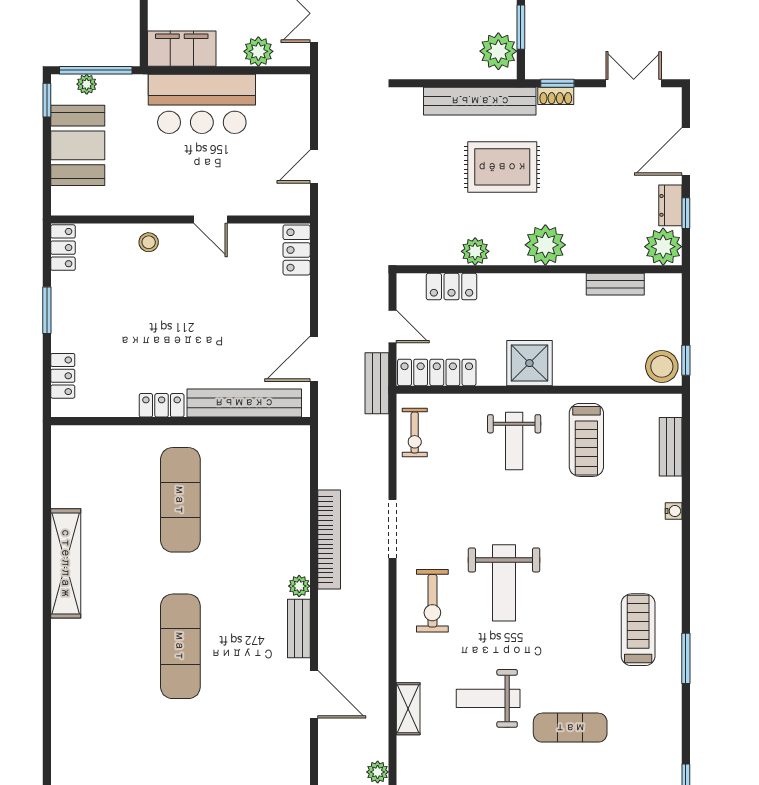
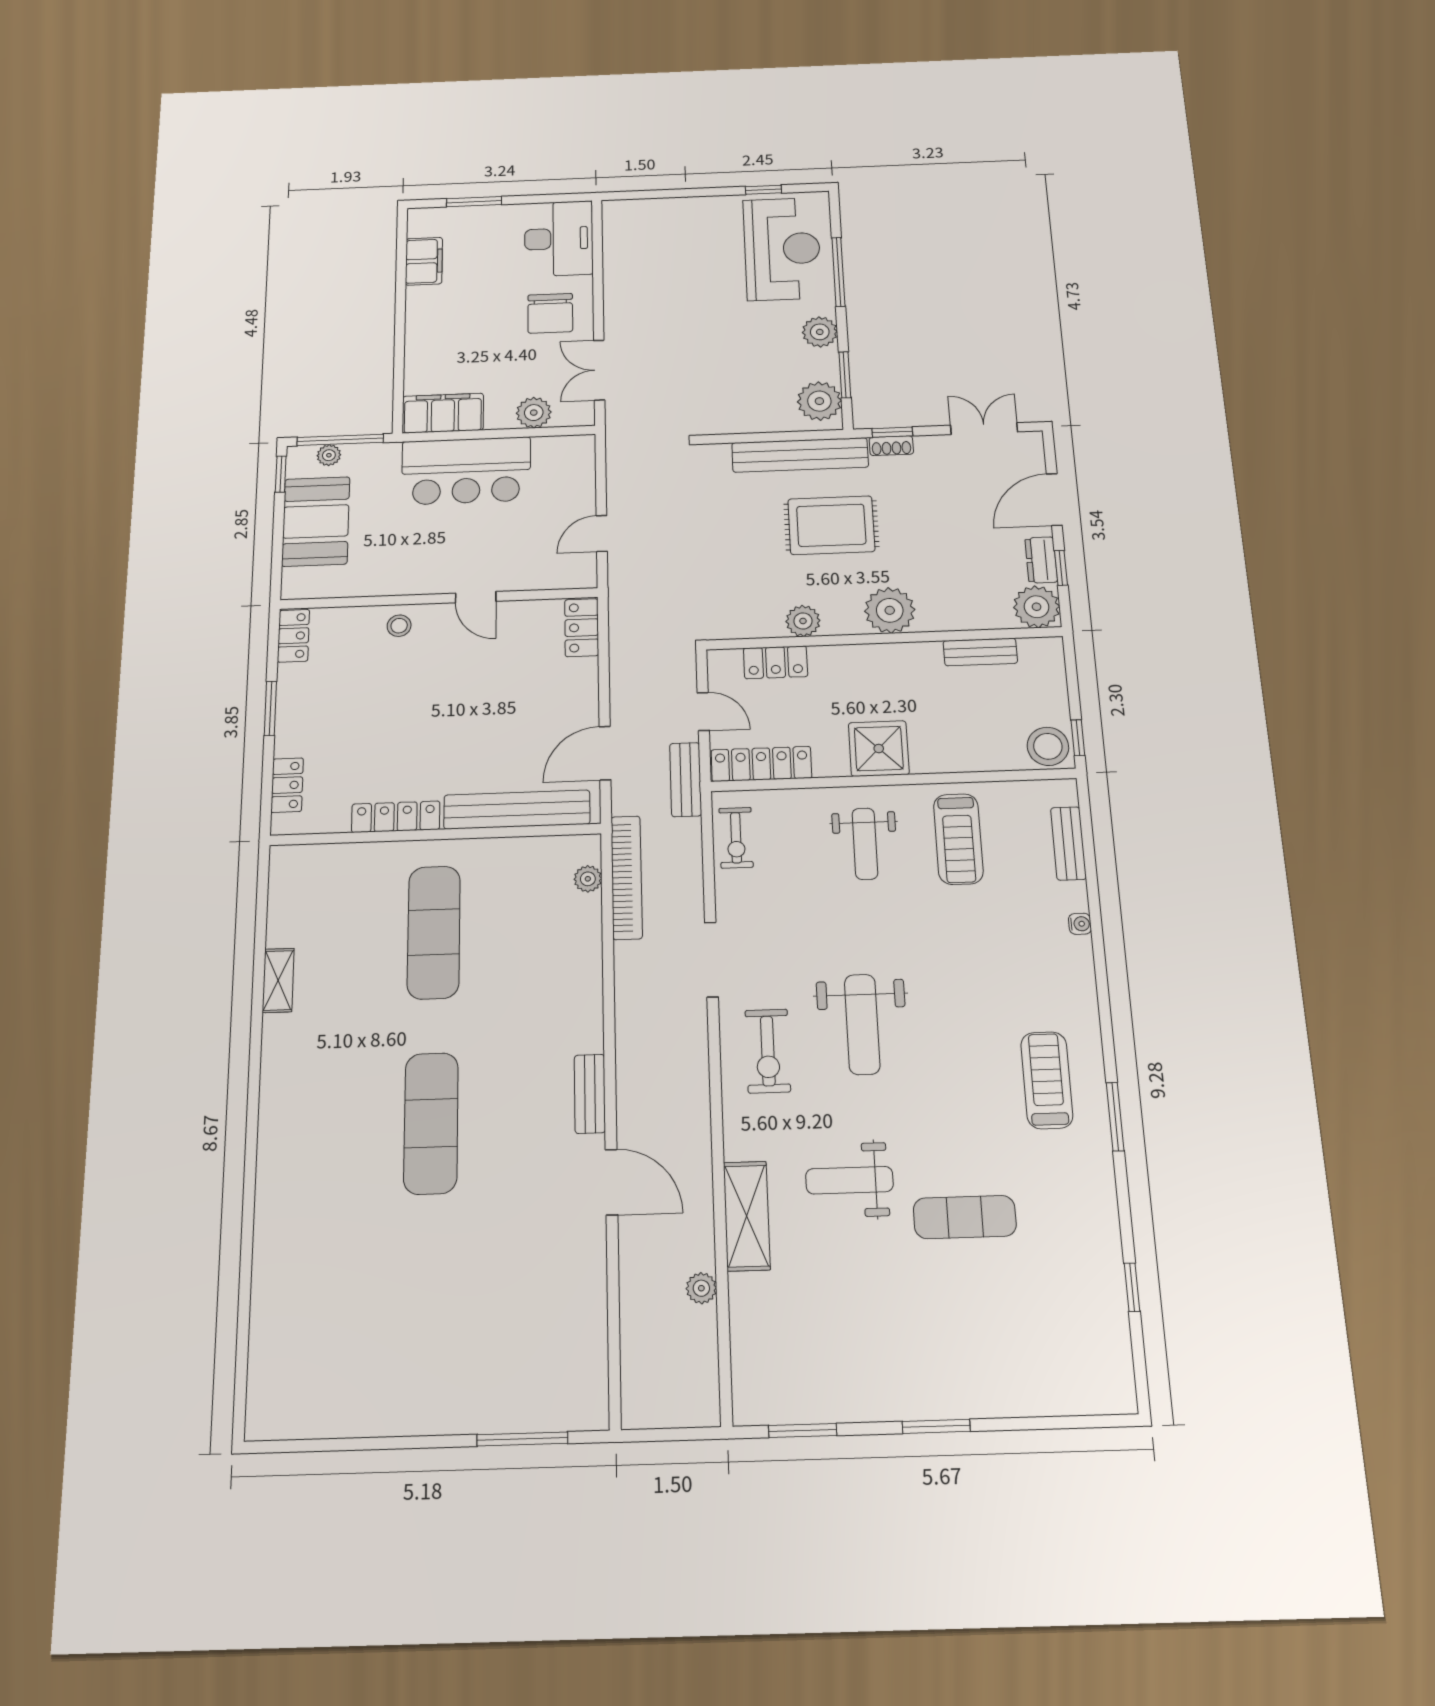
locker: (162, 405) -> (396, 817), width x1.53
bookcase: (329, 539) -> (627, 877), moved
shelving: (66, 563) -> (278, 980), width x0.45, depth x0.75
plant: (299, 586) -> (588, 879), moved
shelving: (408, 709) -> (747, 1216), width x1.50, depth x1.33

